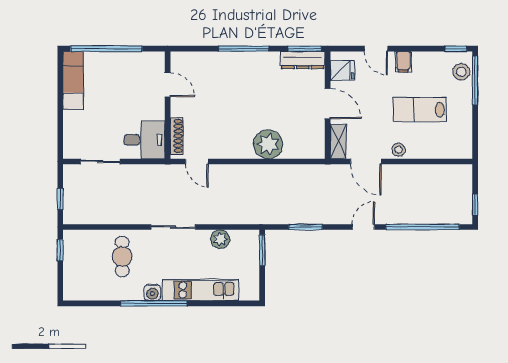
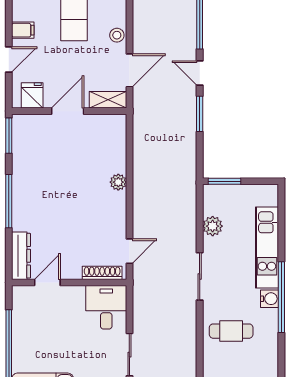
dresser: (303, 60) -> (21, 256), moved
plant: (268, 144) -> (118, 182), width x0.53, depth x0.53
window: (305, 227) -> (200, 114), moved

